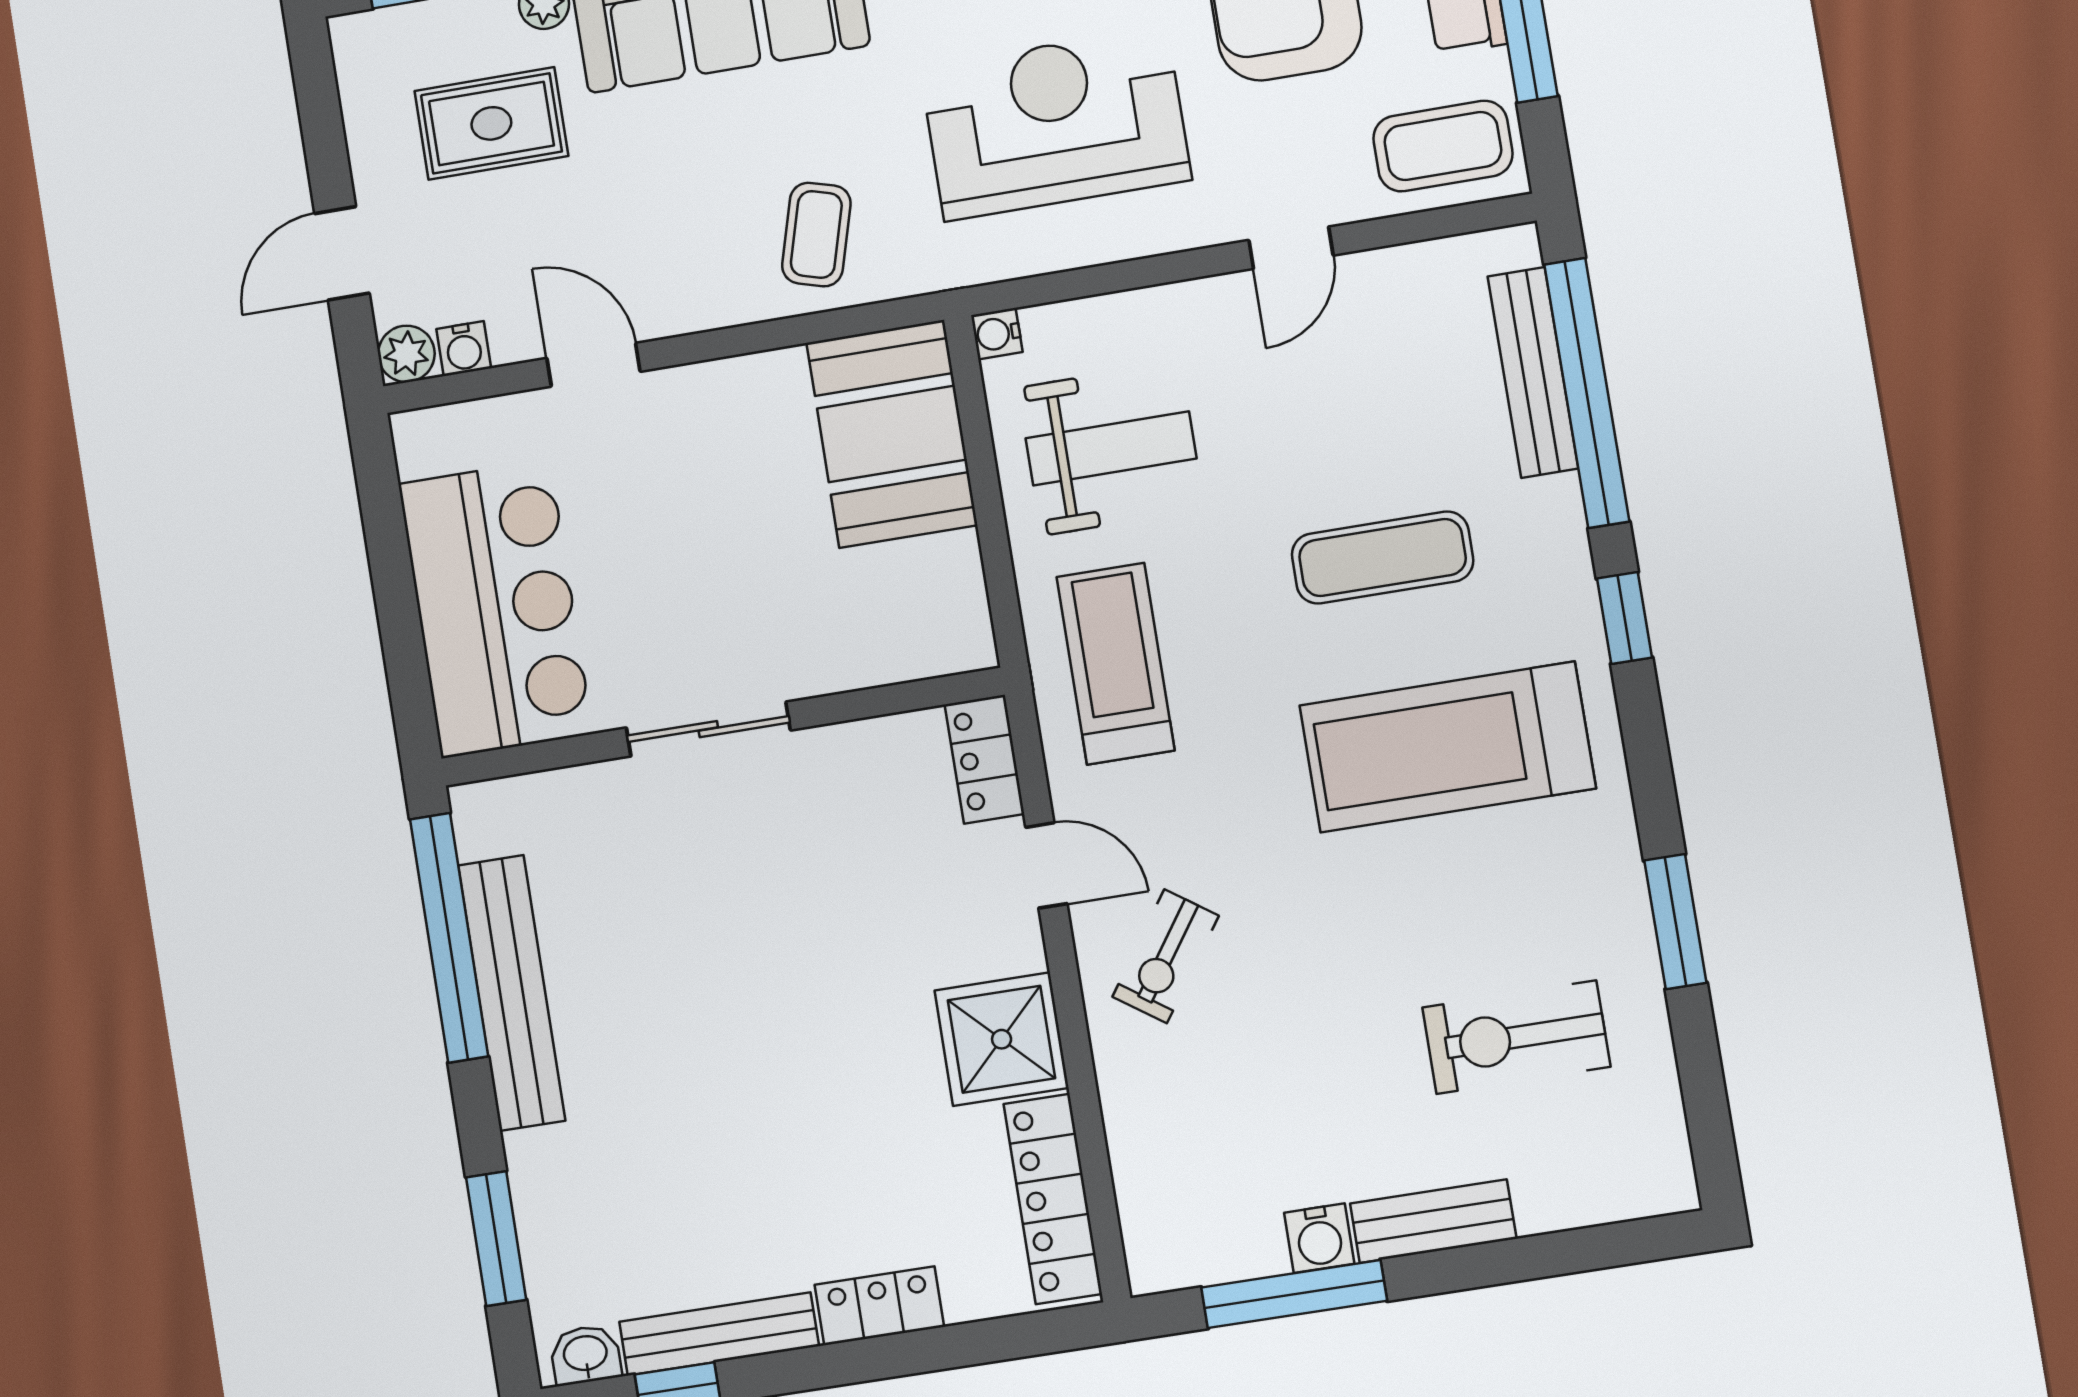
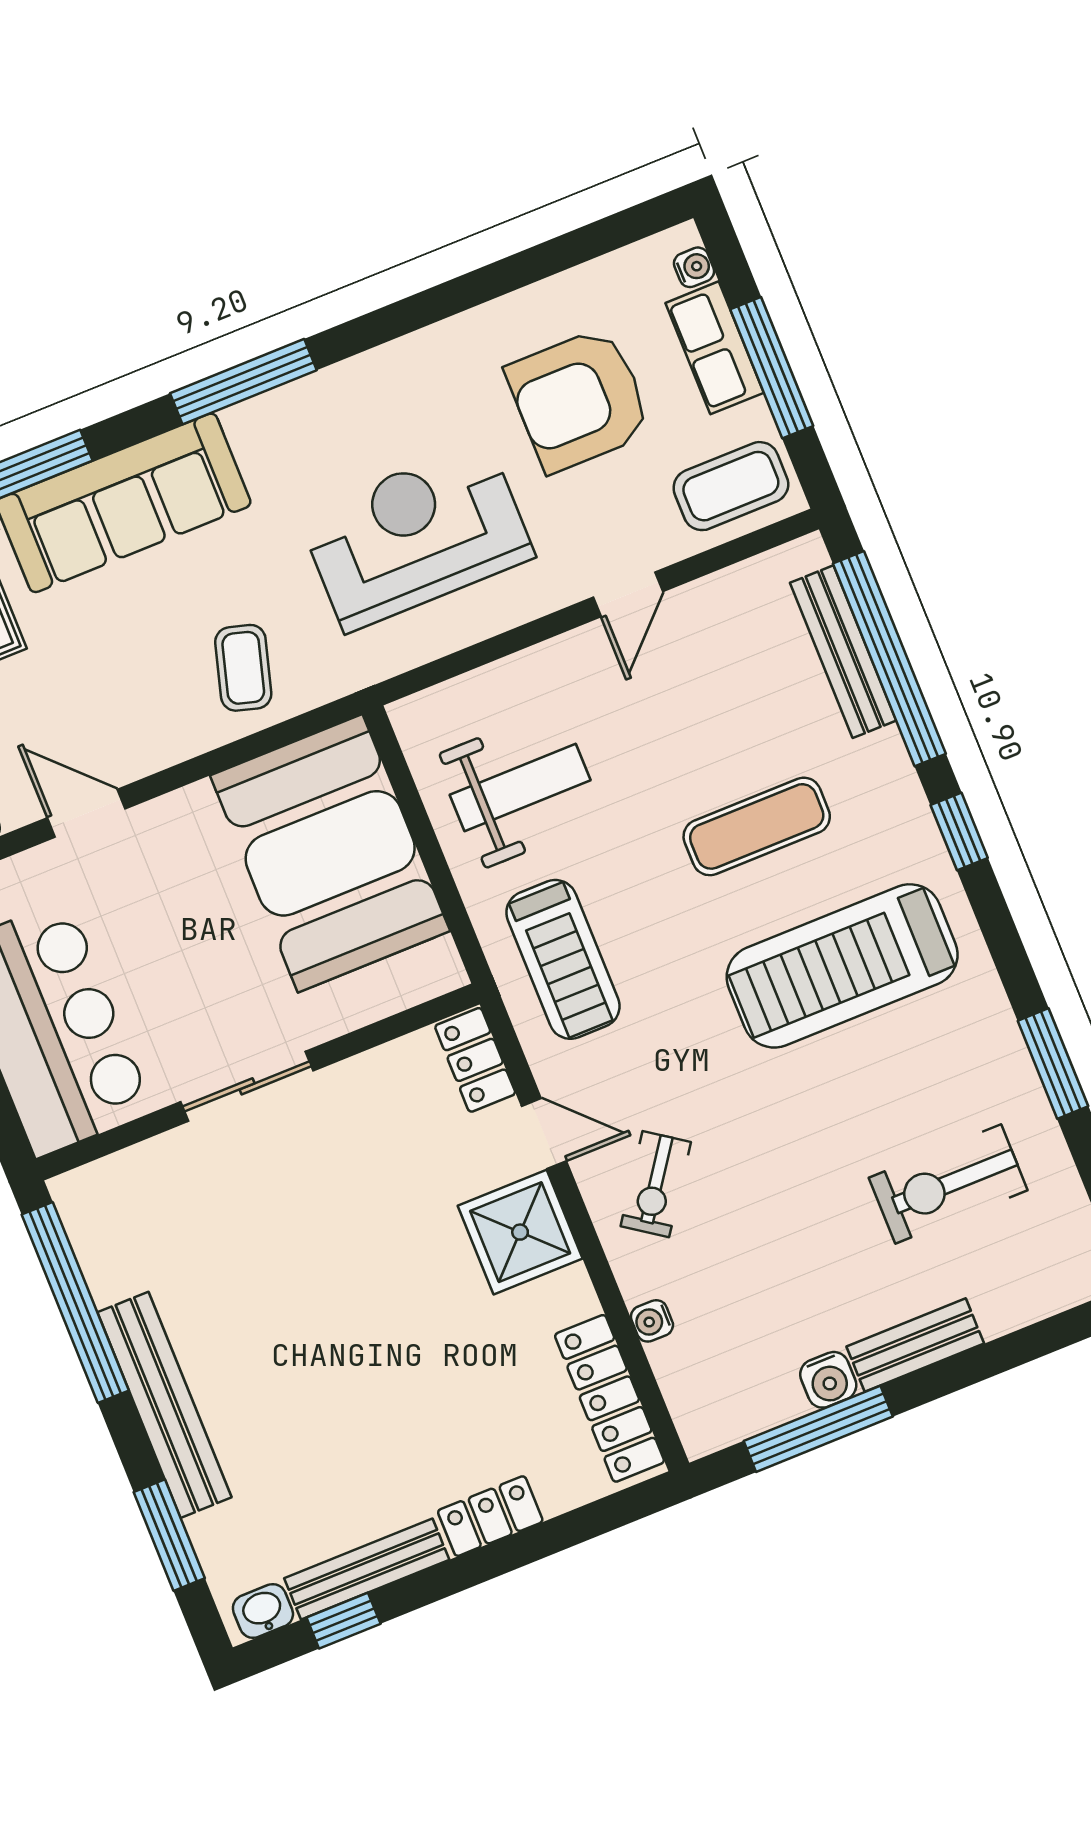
water cooler: (997, 334) -> (652, 1321), moved
booth: (892, 434) -> (330, 853), width x1.36, depth x1.42
treadmill: (1116, 664) -> (563, 959), turned 180
bench: (512, 993) -> (164, 1405), moved
shower: (1002, 1039) -> (520, 1232), moved

